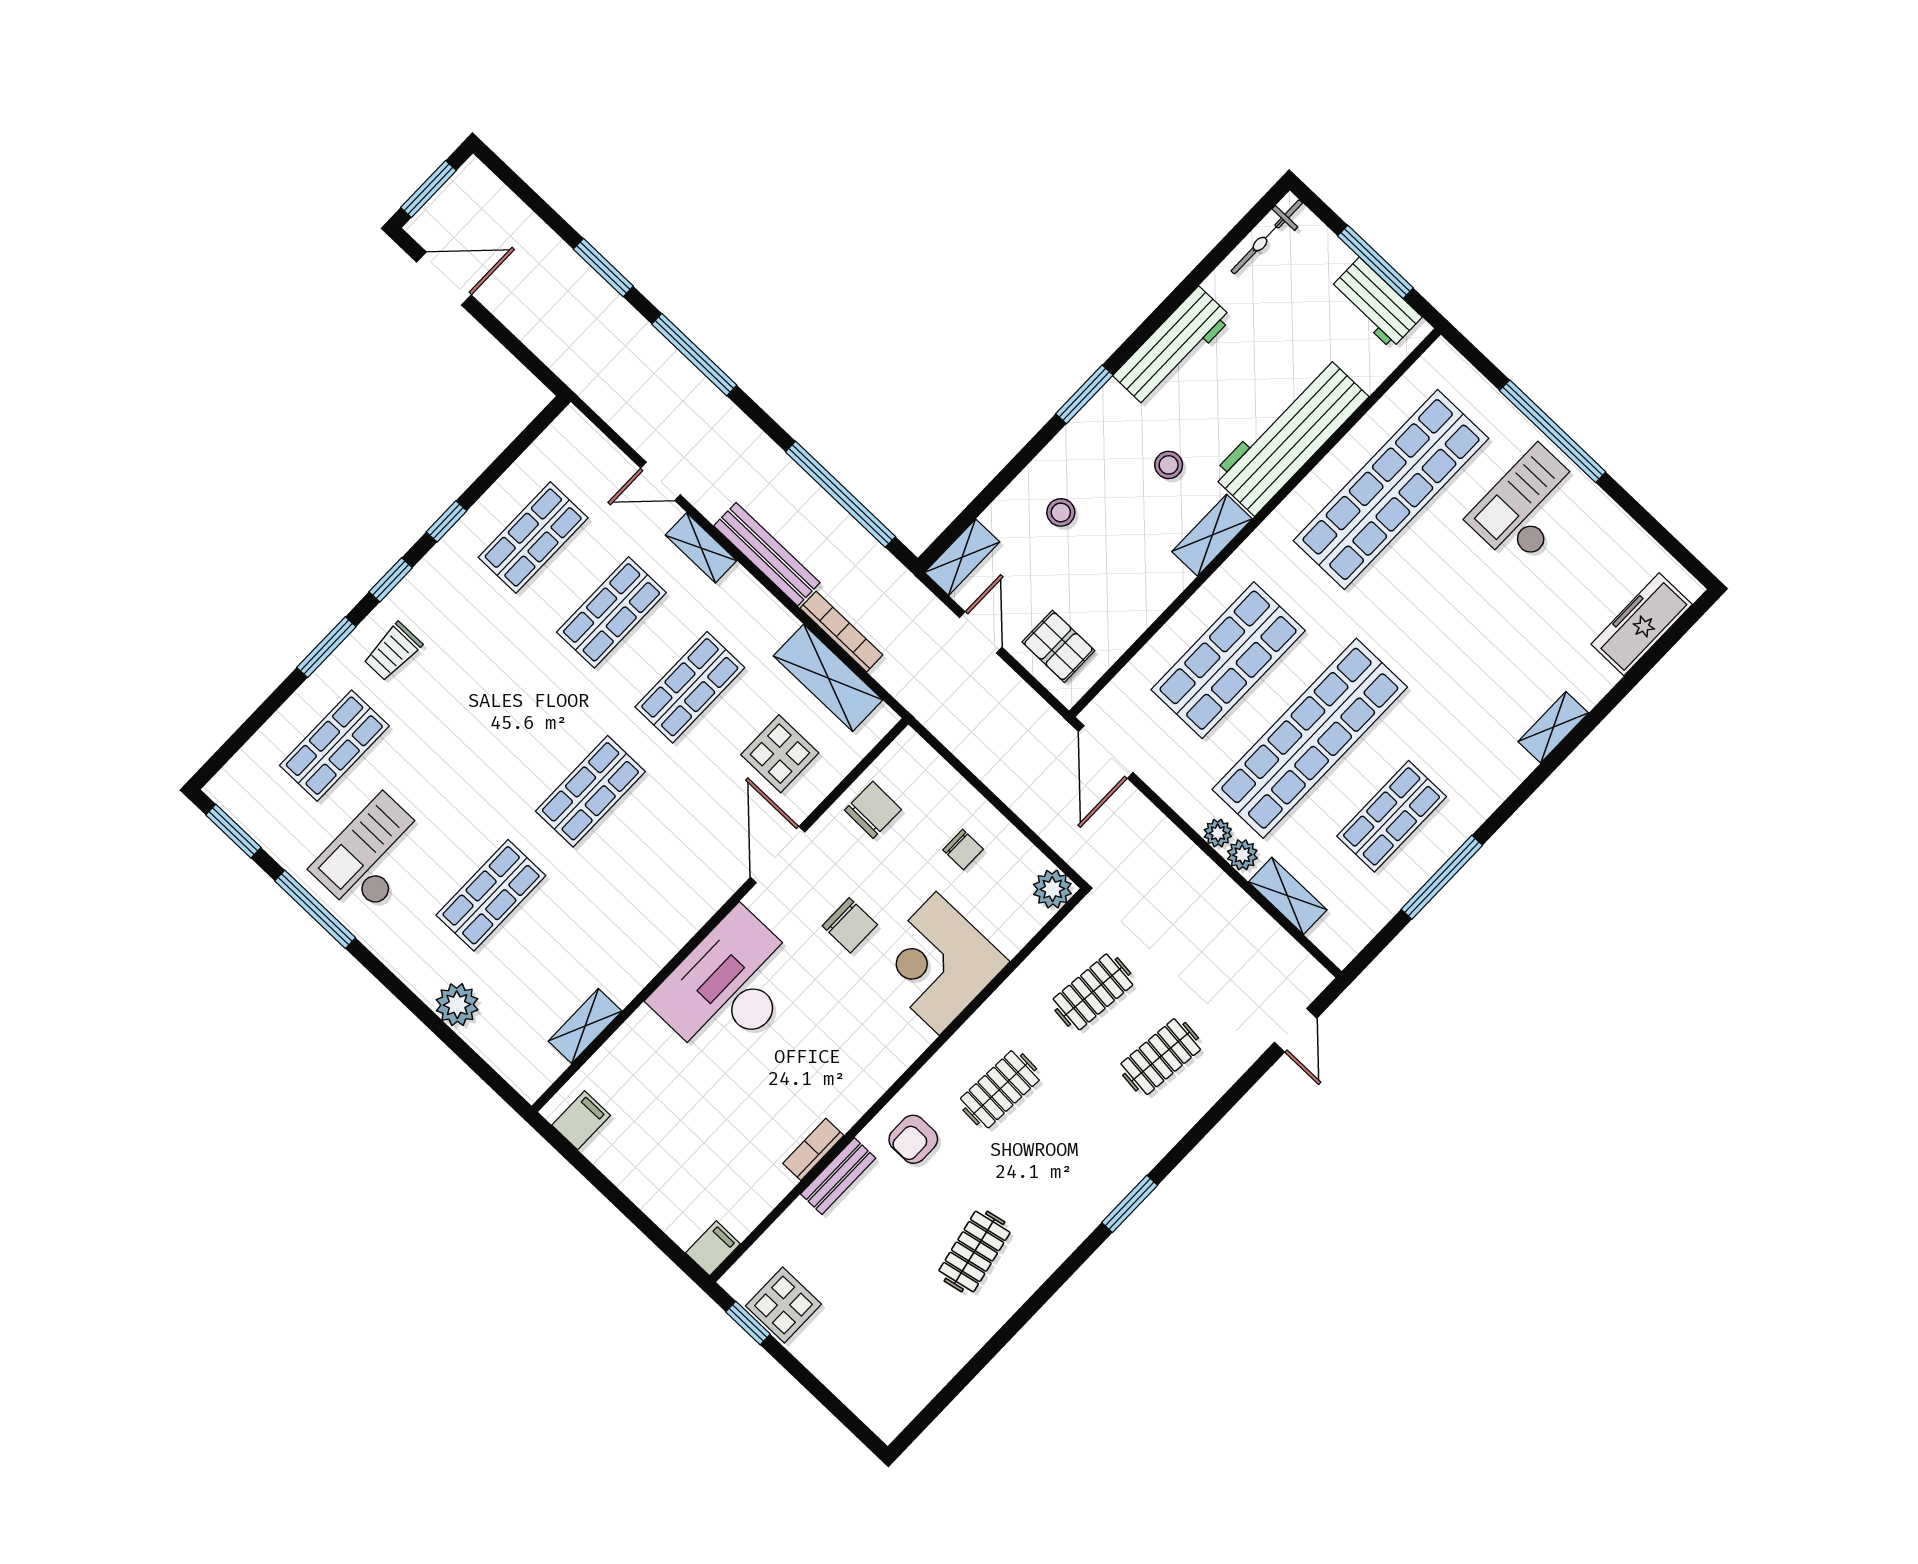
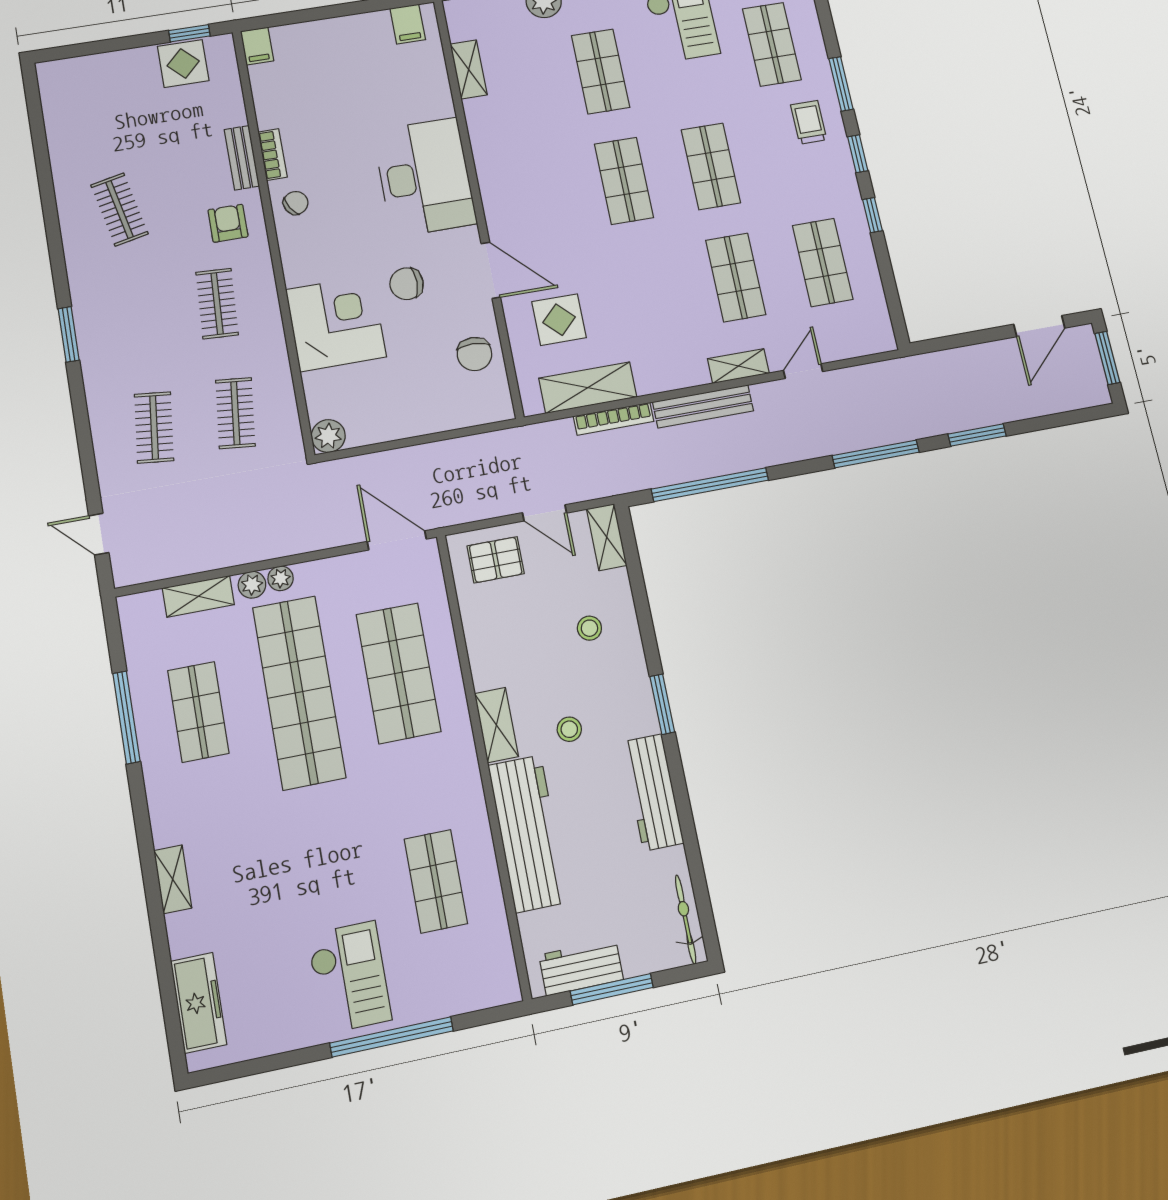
shop shelf: (1391, 490) -> (436, 881), width x0.50, depth x0.74
shop shelf: (690, 687) -> (711, 166), moved
chair: (963, 850) -> (296, 203), moved, turned 150

